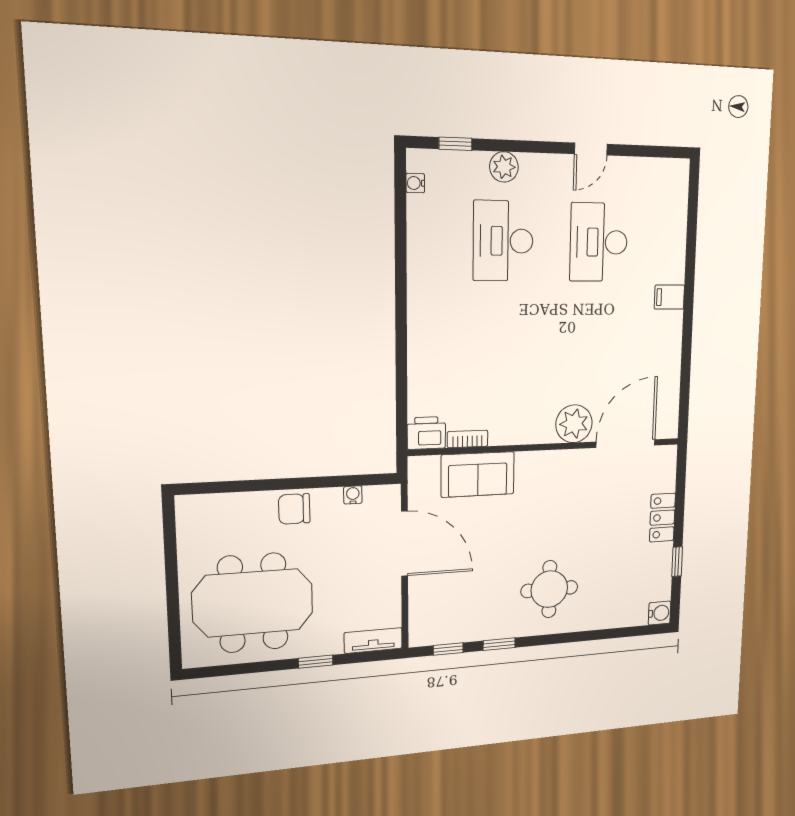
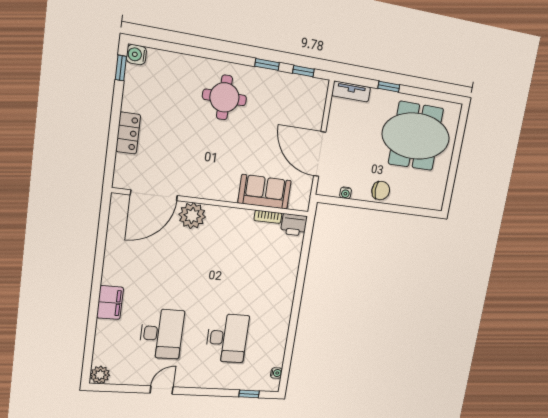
plant: (504, 167) -> (100, 375), moved
filing cabinet: (669, 297) -> (110, 303), width x2.00
window: (677, 562) -> (121, 68), moved

